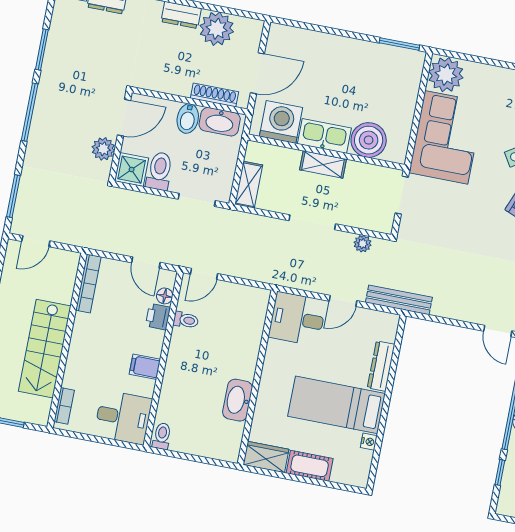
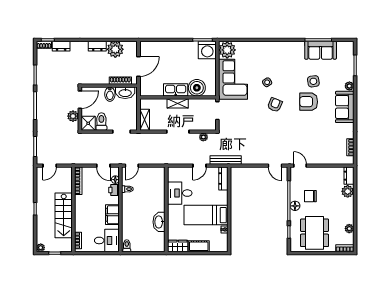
washing machine: (281, 122) -> (207, 50), moved, turned 180
desk: (297, 319) -> (180, 193), moved
dresser: (381, 366) -> (223, 179), moved
filing cabinet: (145, 367) -> (112, 215), width x2.00

